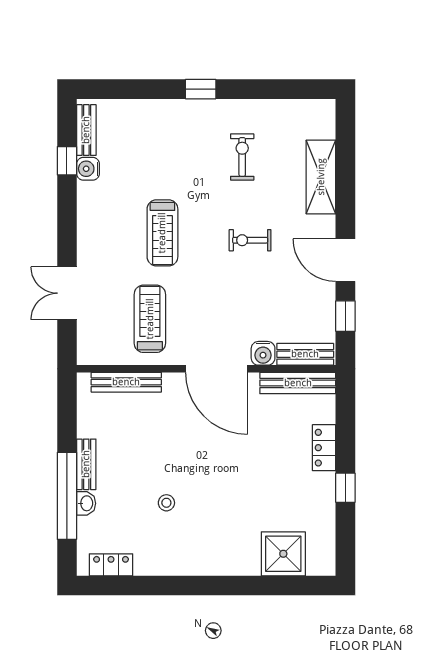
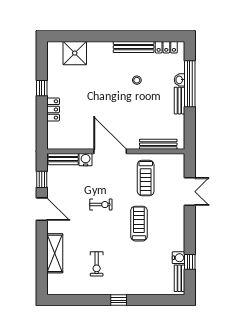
exercise bike: (250, 240) -> (101, 205), moved
bench: (298, 383) -> (134, 47), moved

